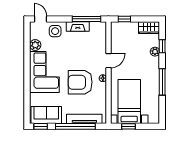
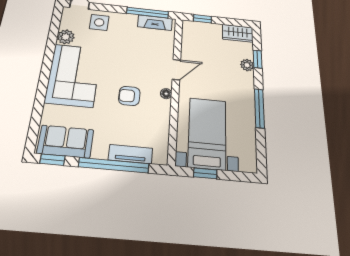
fireplace: (78, 26) -> (155, 23), moved
armchair: (80, 82) -> (129, 96), width x0.53, depth x0.53
tv unit: (84, 119) -> (131, 154), width x0.71

